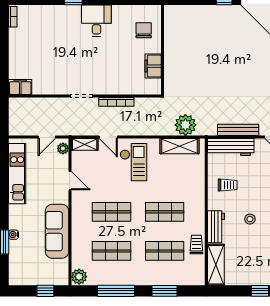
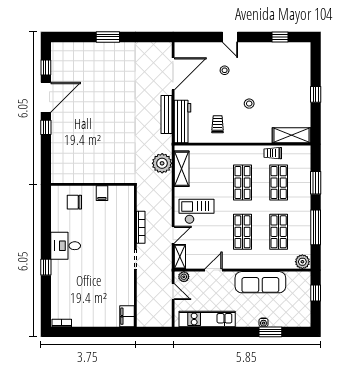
filing cabinet: (153, 66) -> (102, 193), width x0.50
workbench: (216, 227) -> (256, 135), removed

